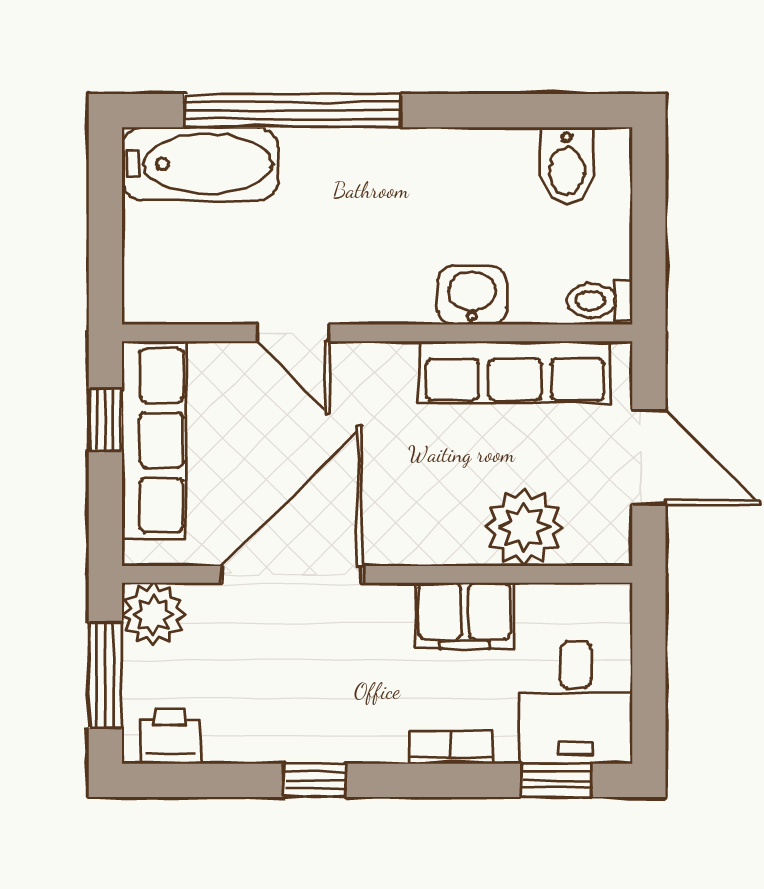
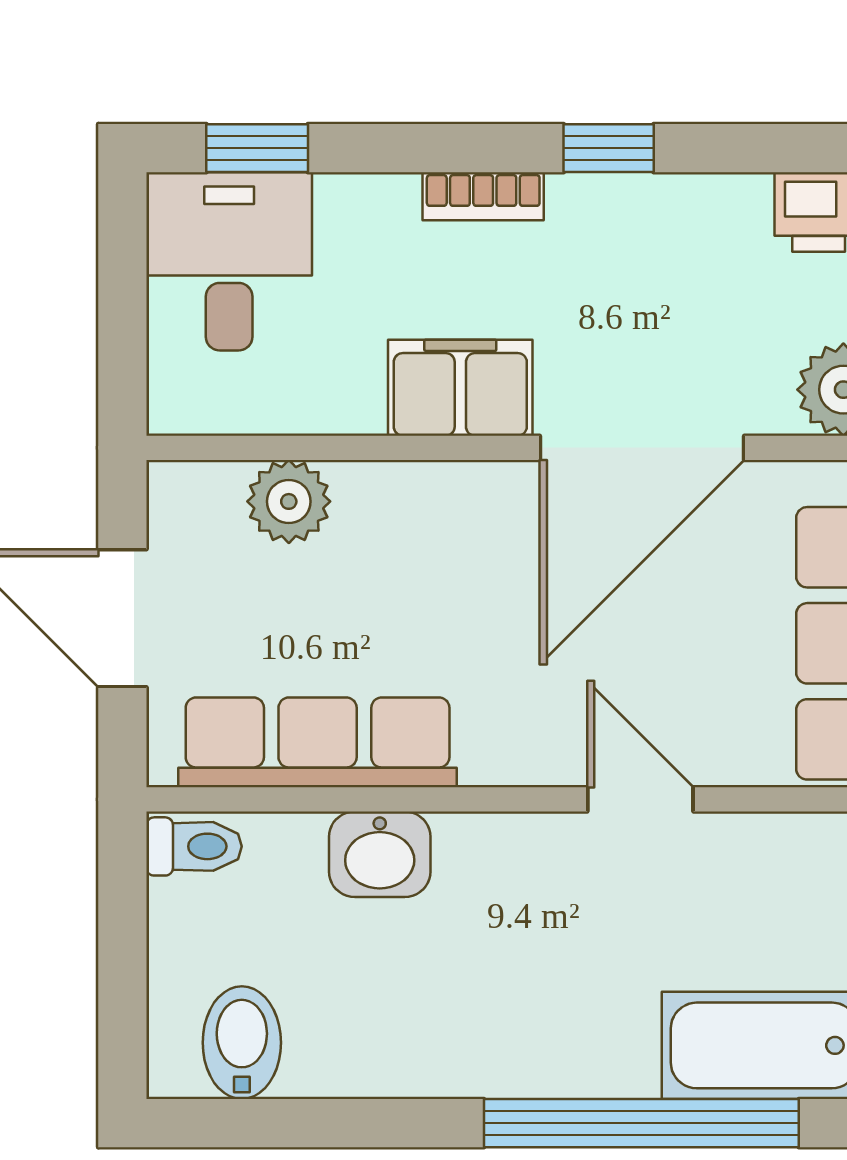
plant: (524, 527) -> (289, 501), width x0.73, depth x0.73
filing cabinet: (465, 616) -> (460, 388), moved
bookcase: (451, 747) -> (483, 196), moved

